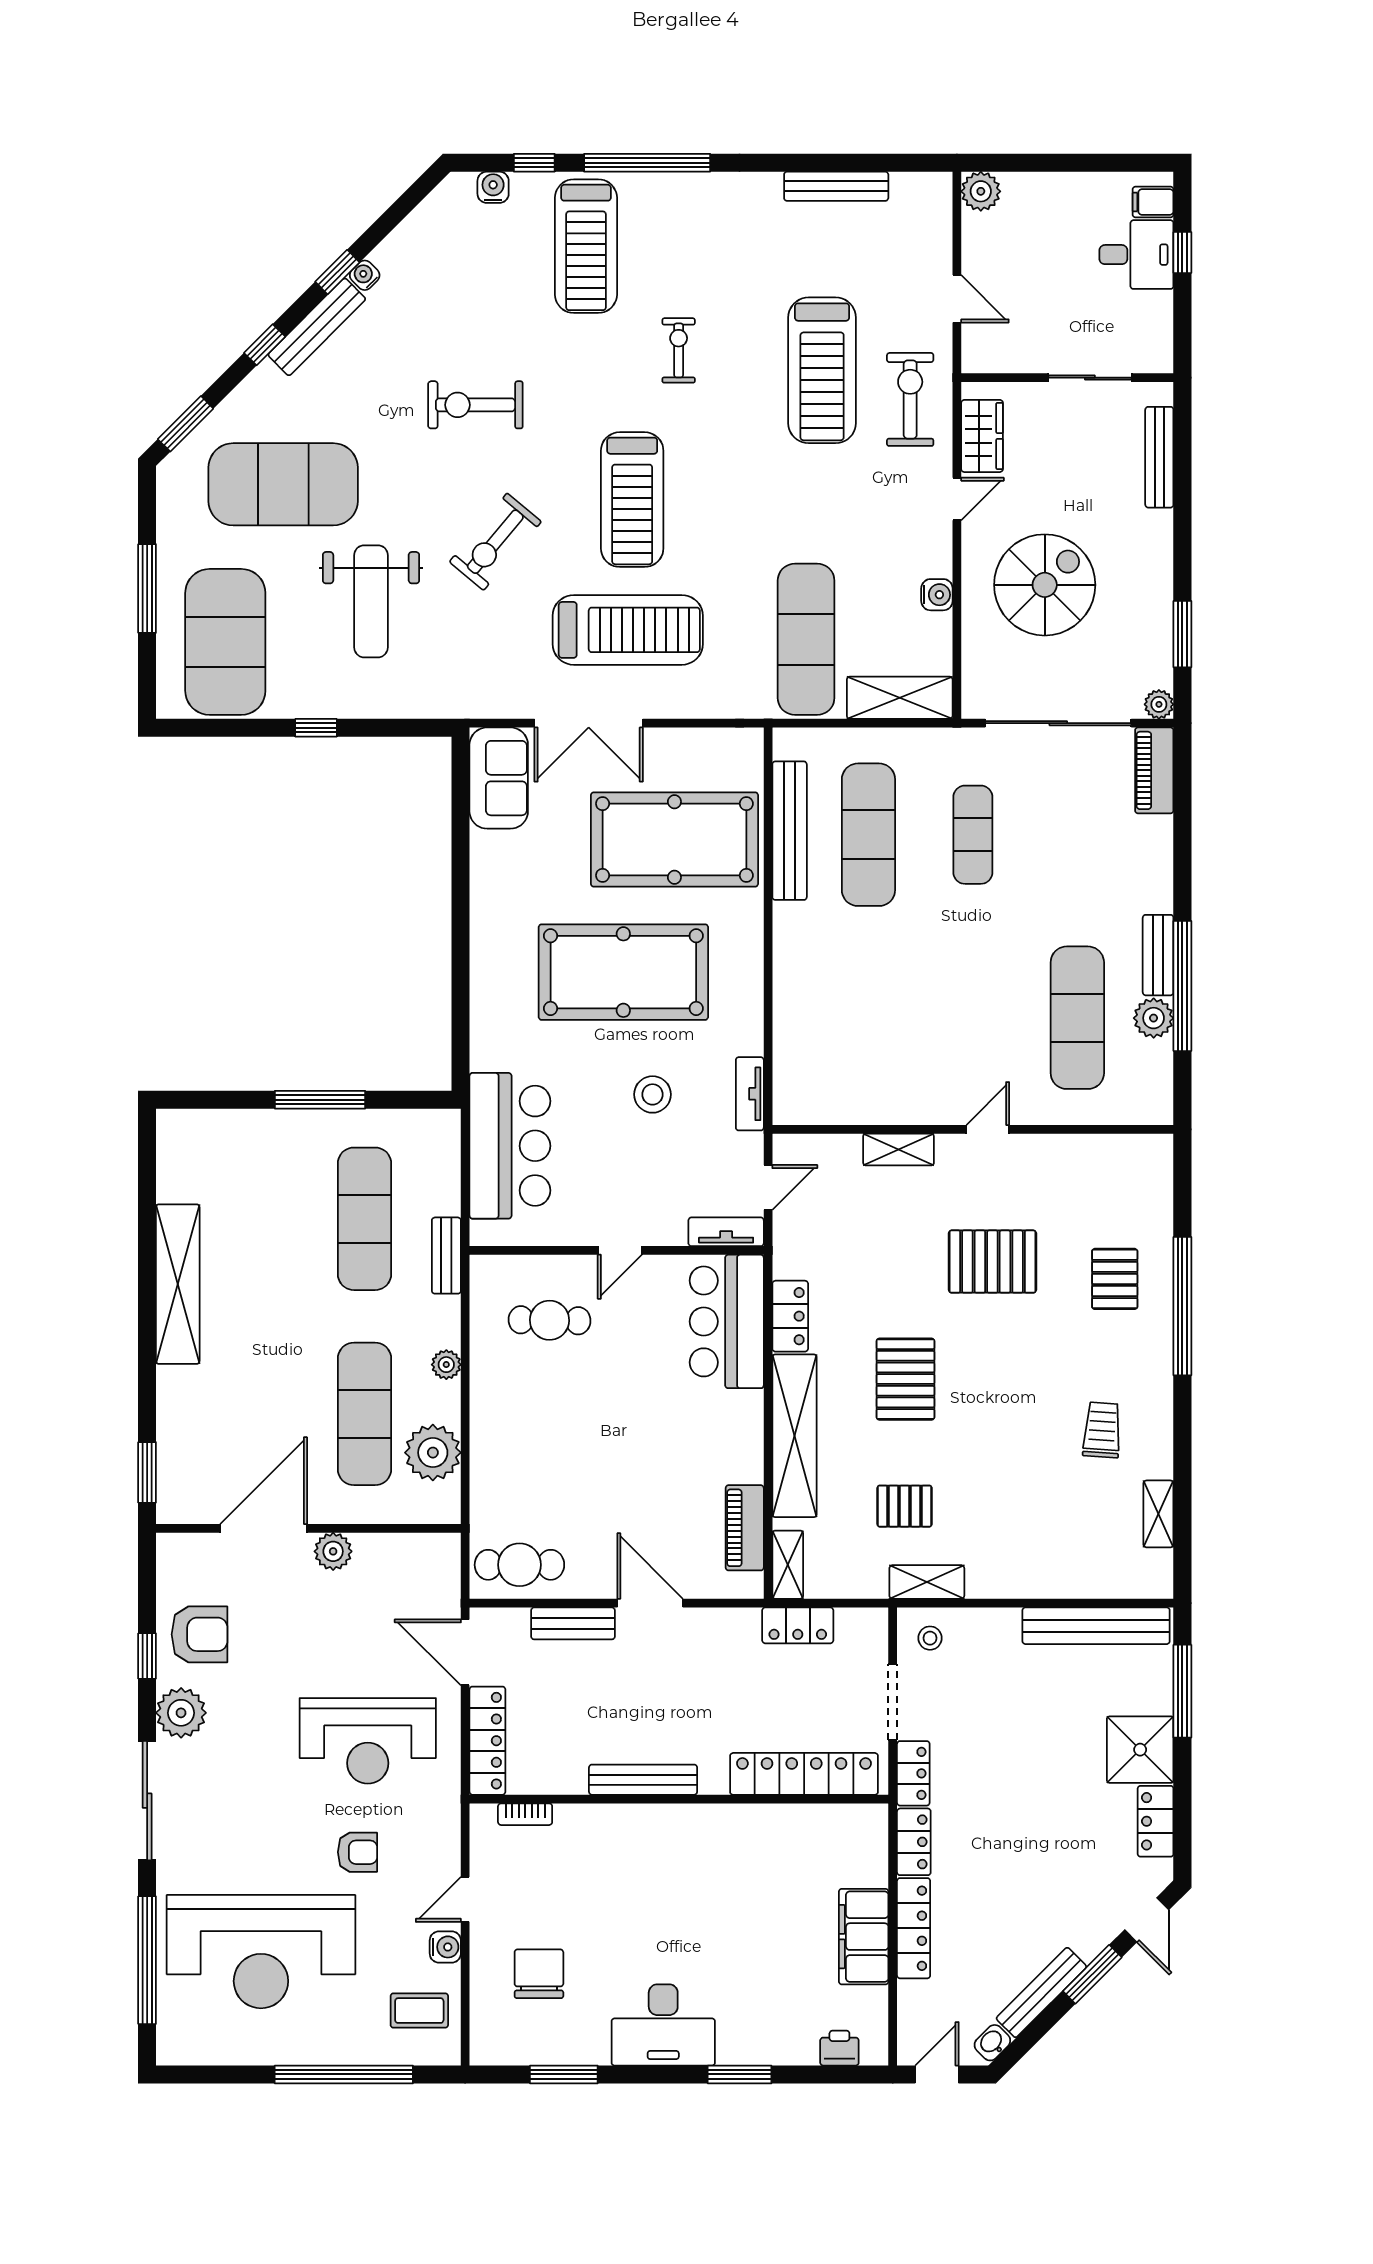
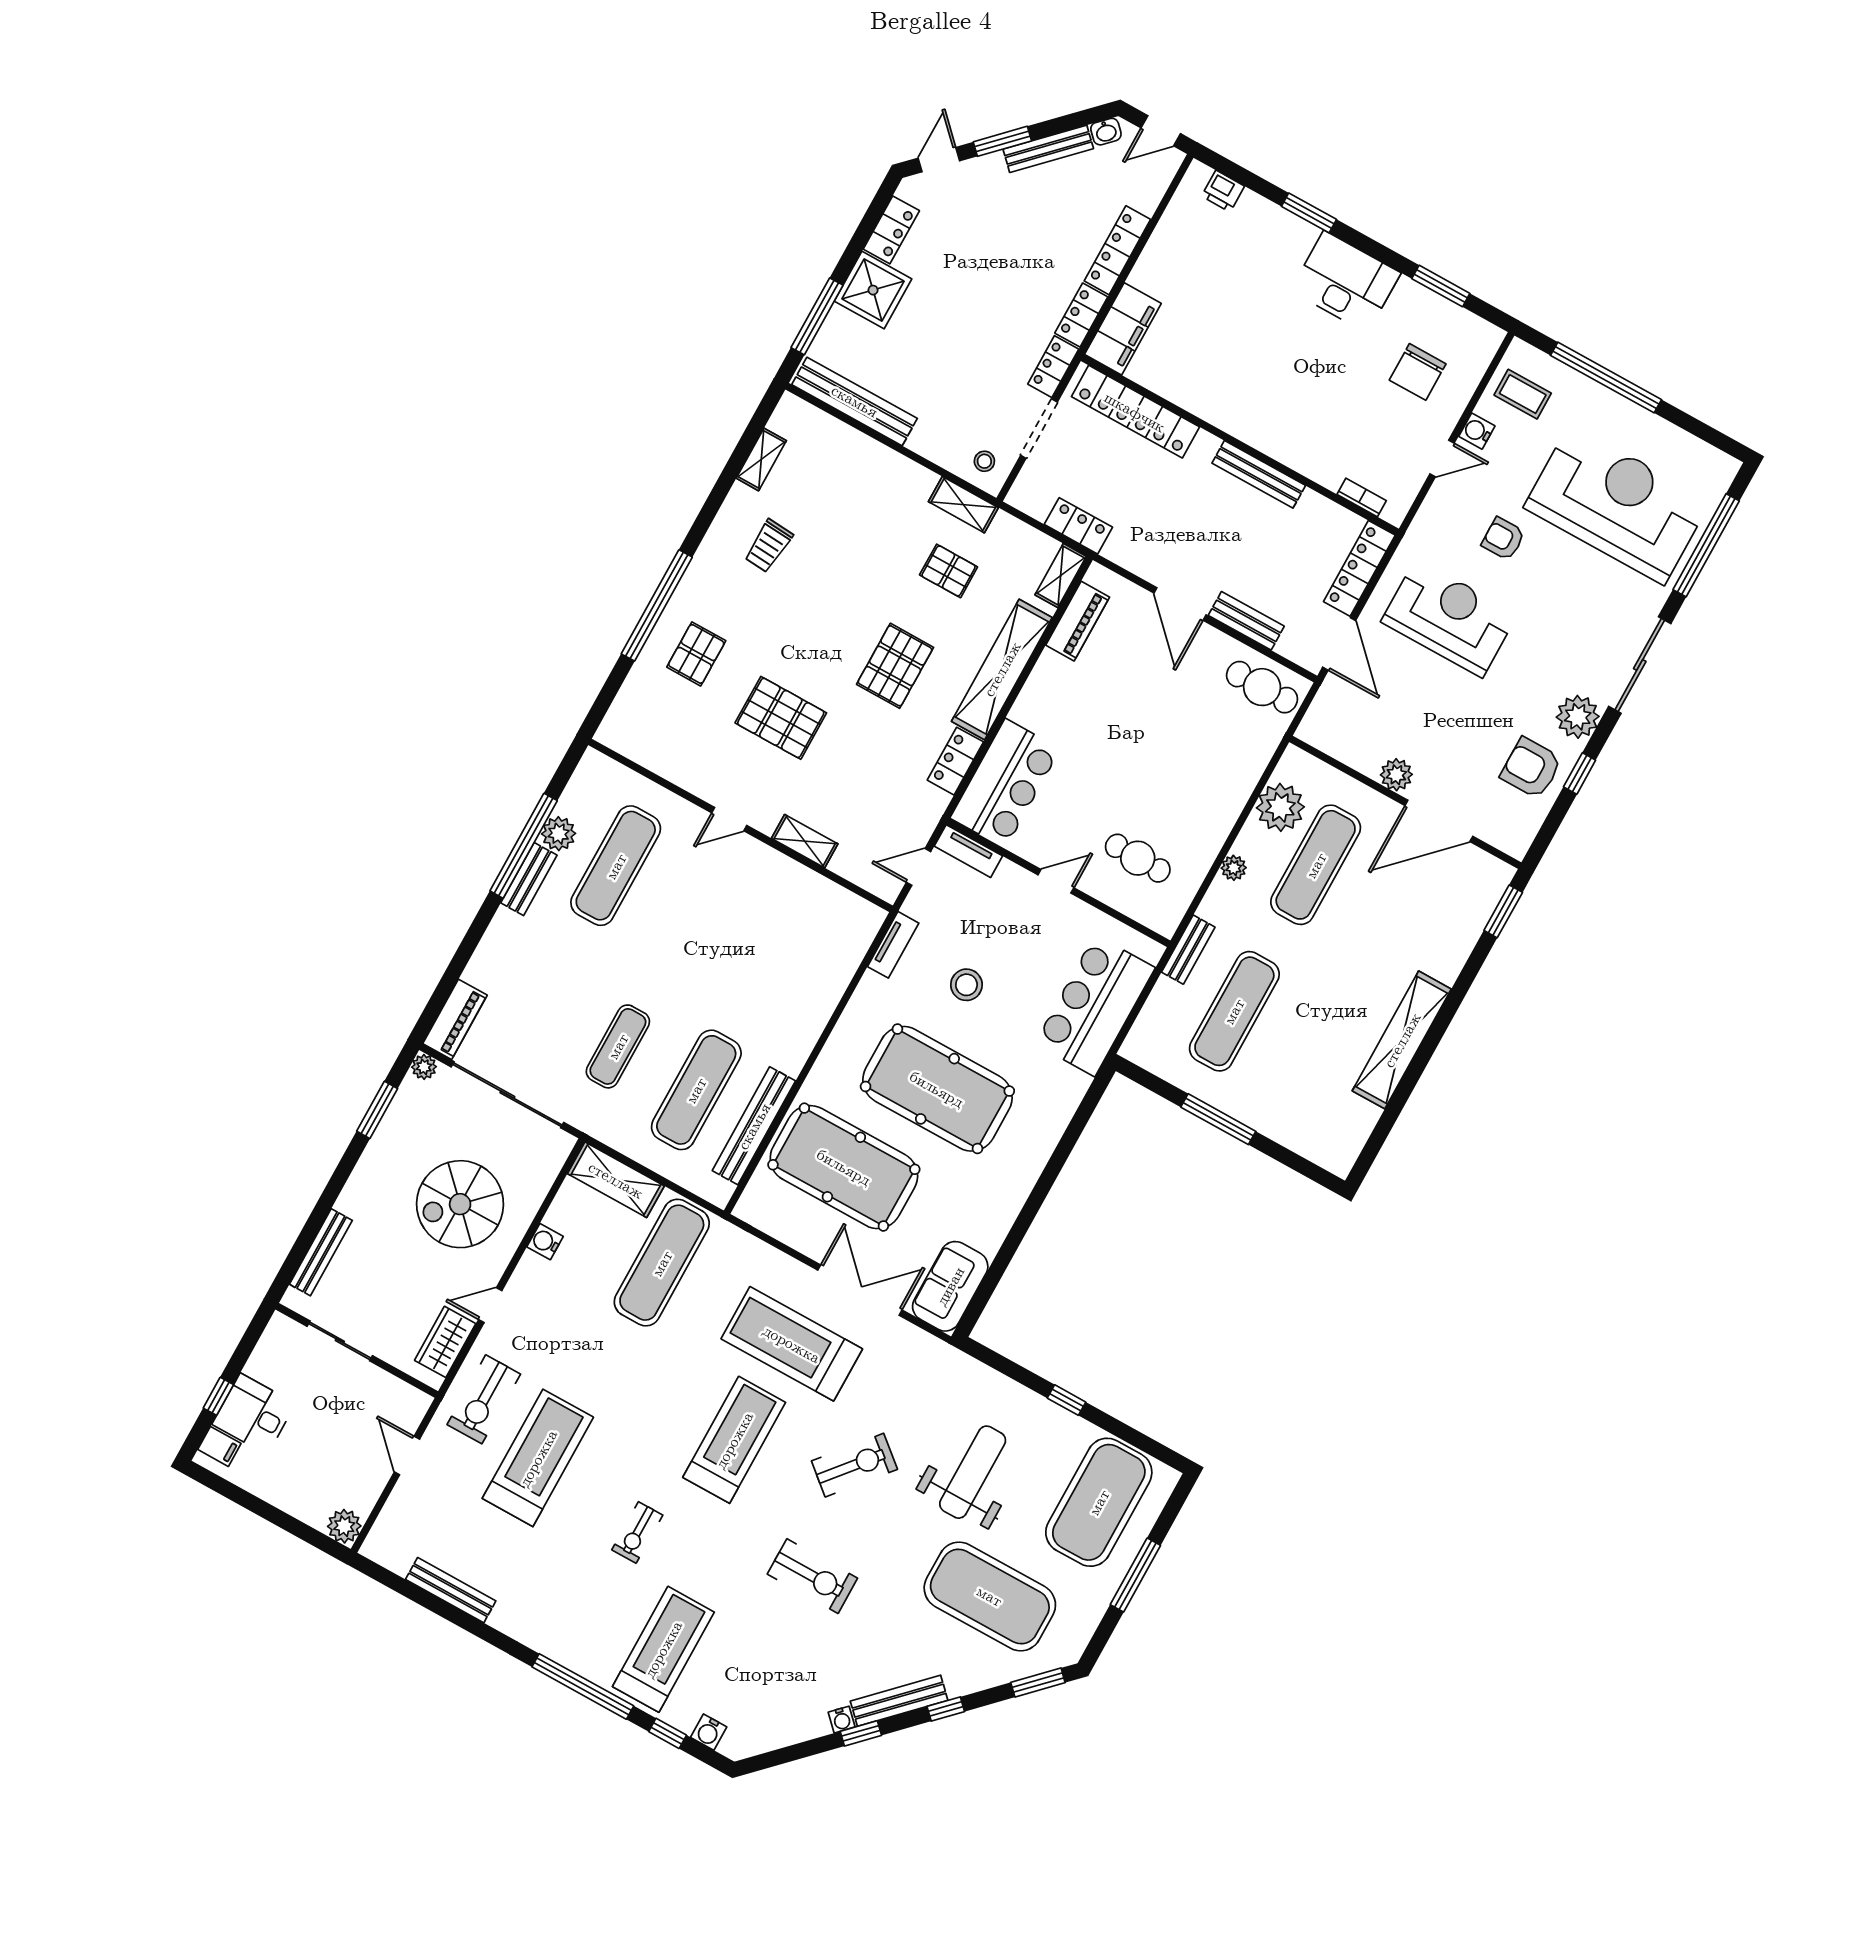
filing cabinet: (864, 1937) -> (1123, 329), moved

